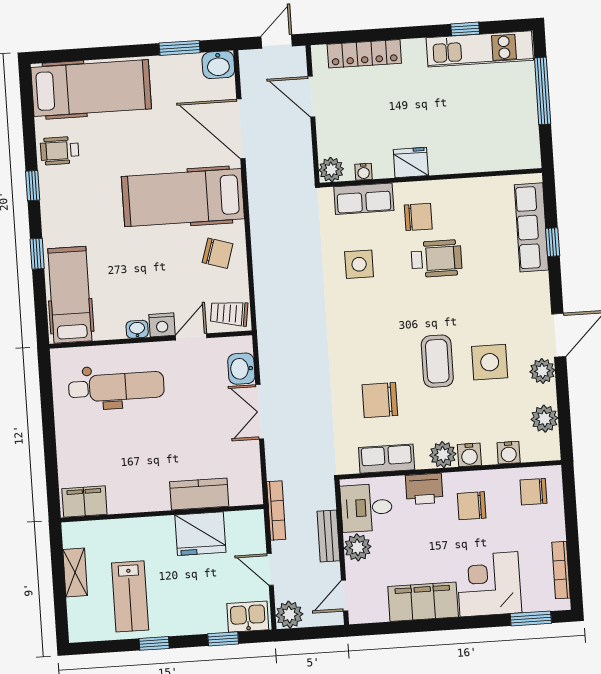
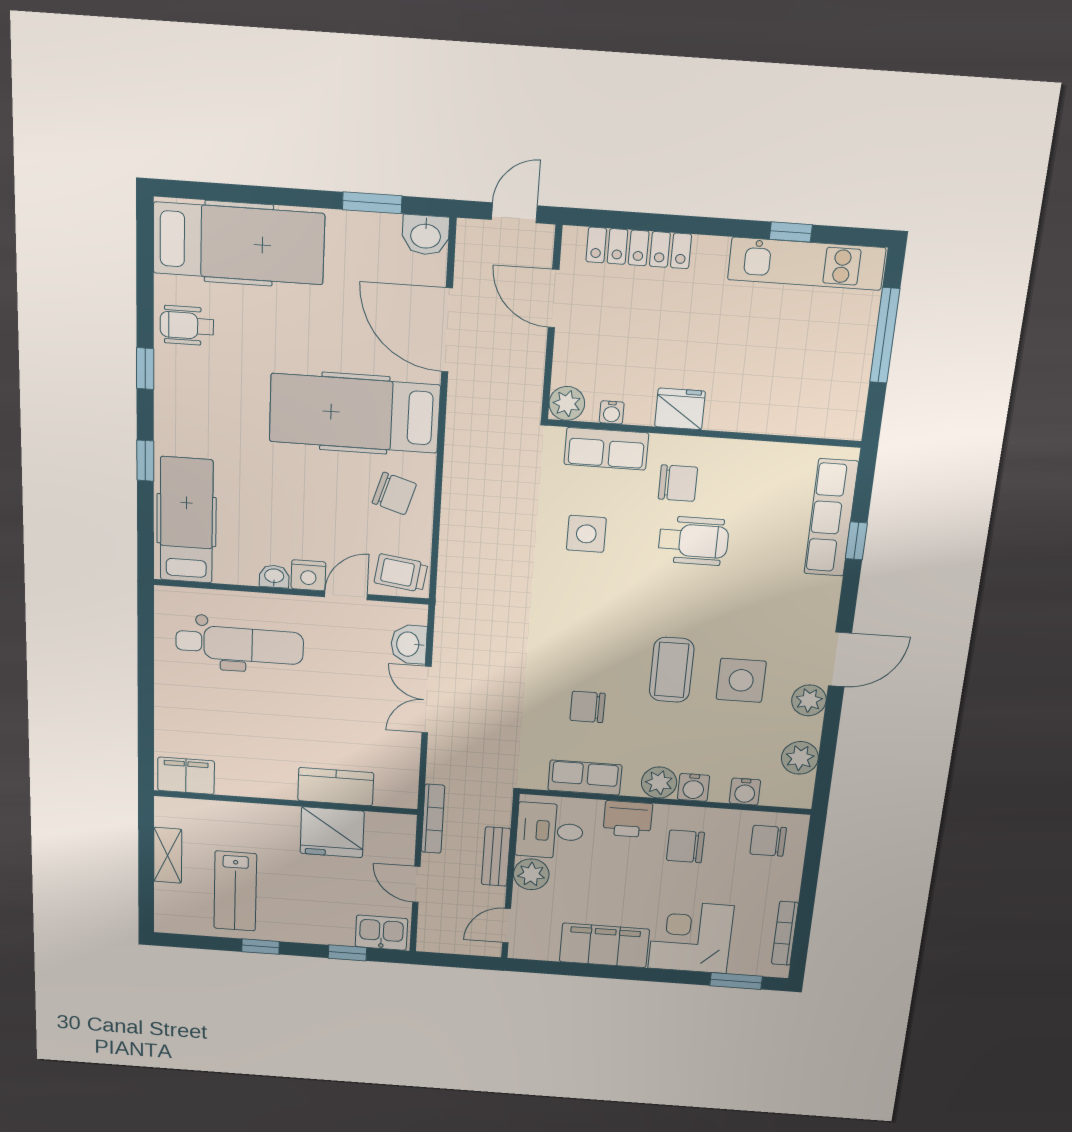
chair: (380, 400) -> (587, 707), width x0.73, depth x0.73
plant: (289, 615) -> (434, 937), removed

